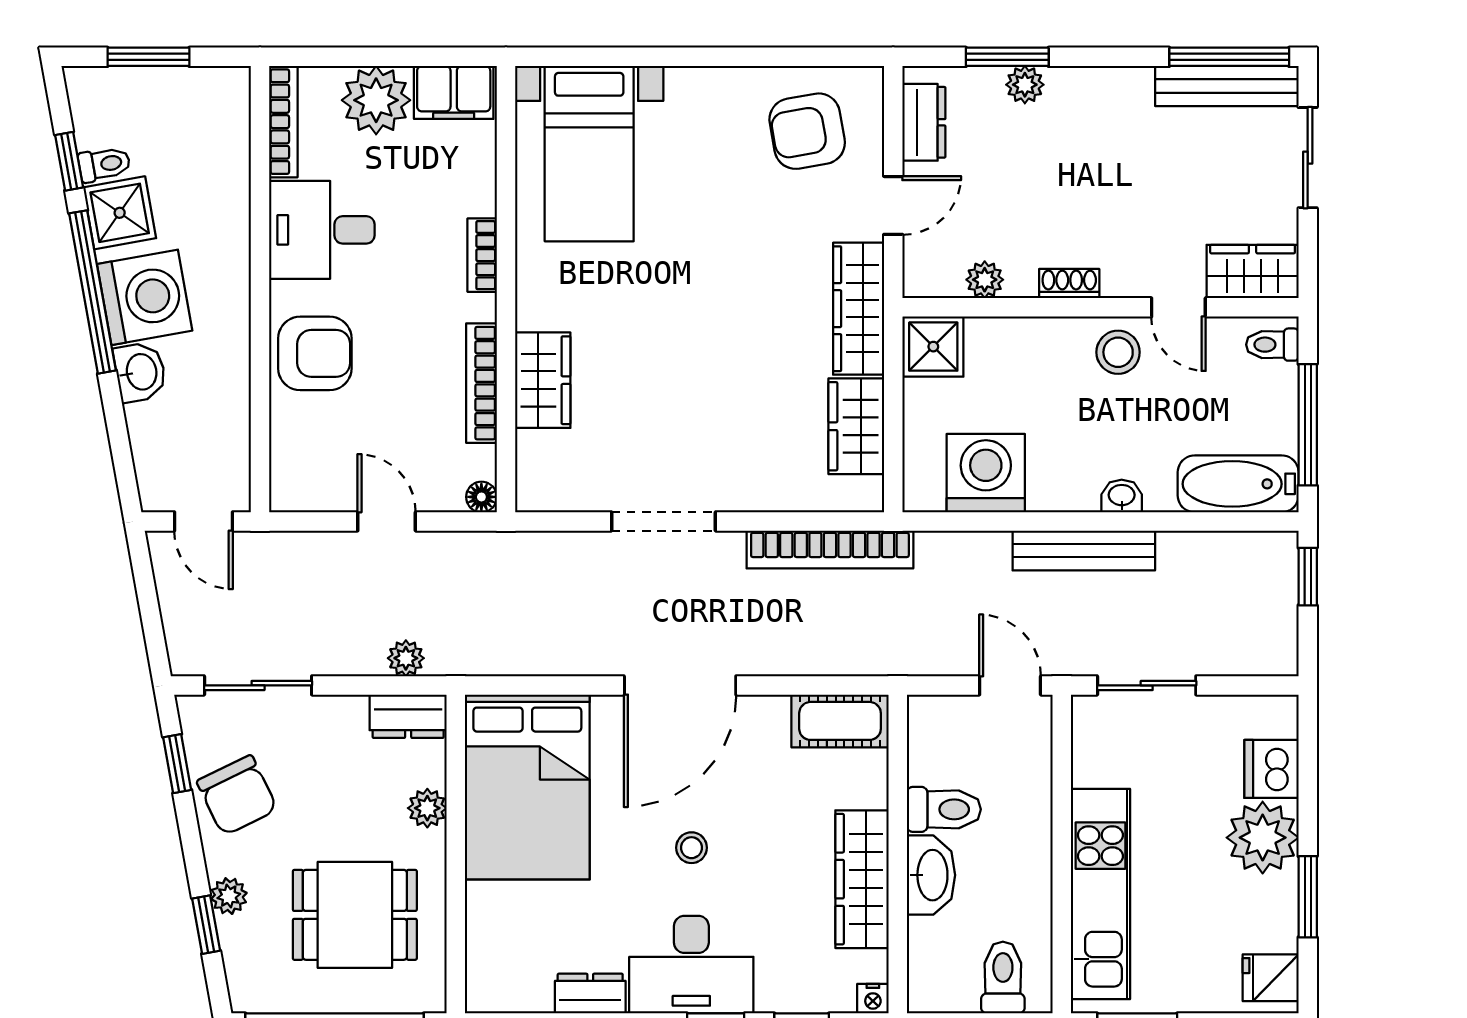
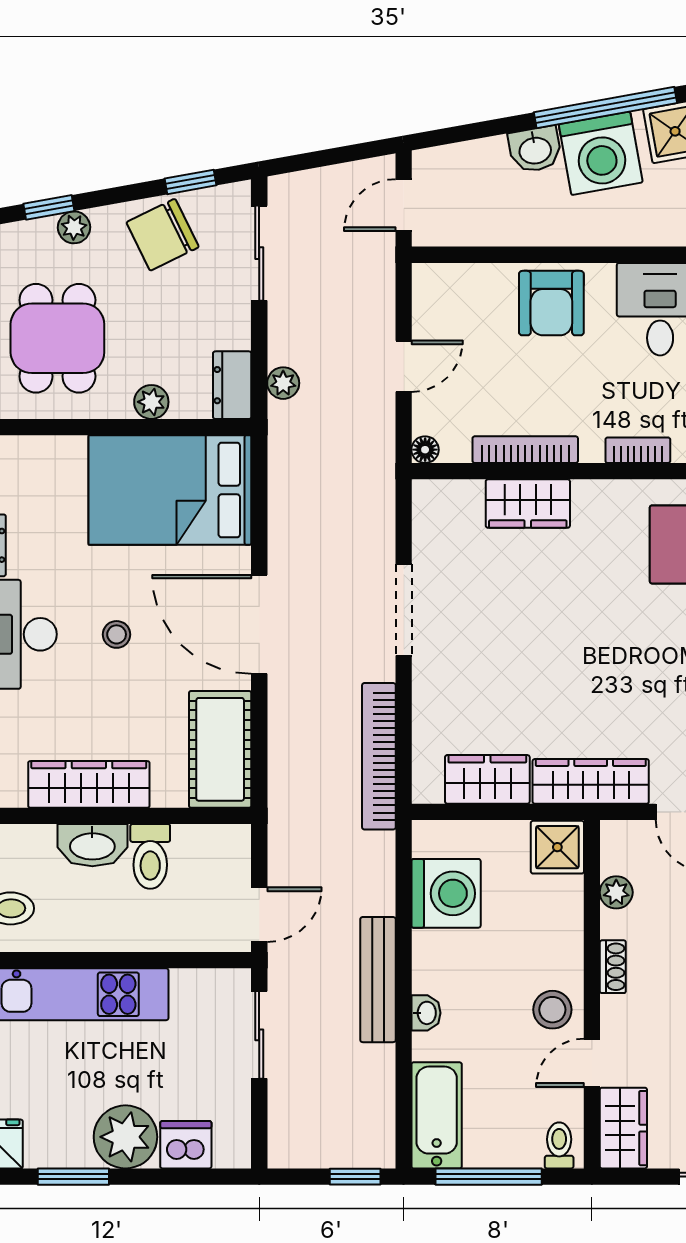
cot: (840, 721) -> (220, 749), width x1.37, depth x1.34

